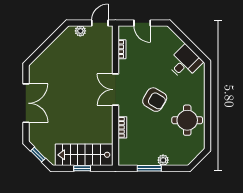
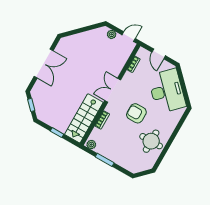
desk: (185, 63) -> (167, 91), width x1.87, depth x1.30
armchair: (155, 100) -> (136, 113), turned 149
stairs: (84, 155) -> (84, 118), moved, turned -90
plant: (163, 160) -> (91, 145), moved

